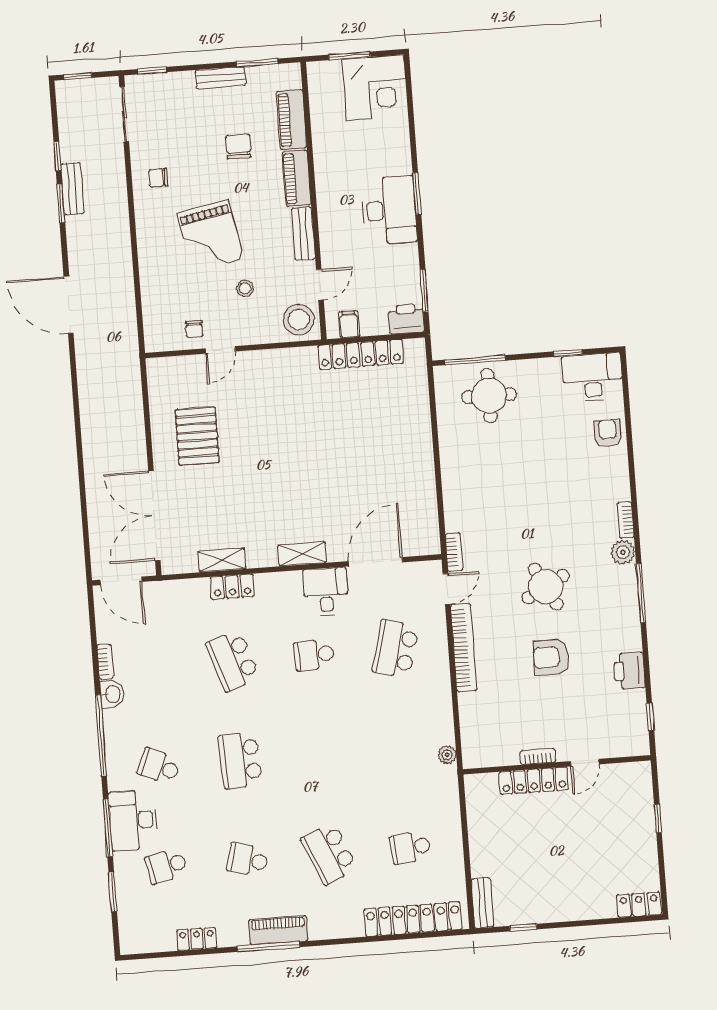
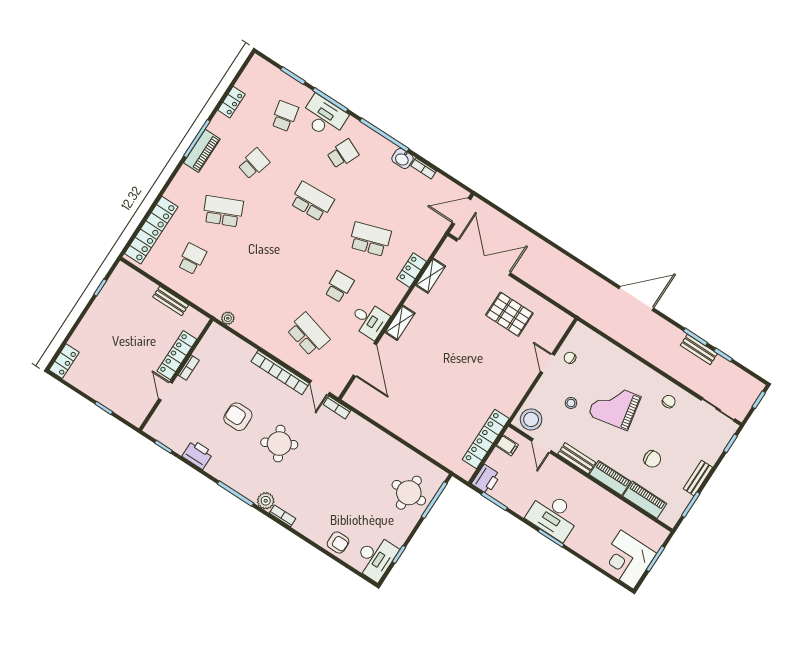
armchair: (551, 657) -> (238, 417), turned -90
bench: (482, 903) -> (171, 301), moved

